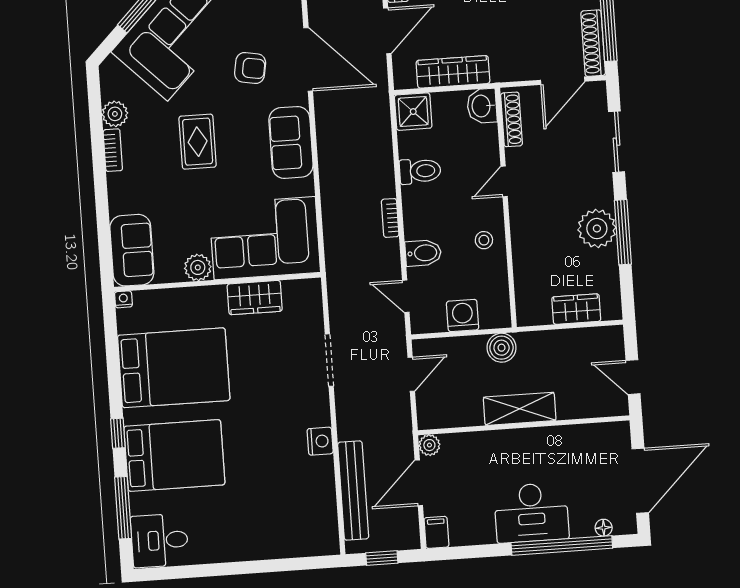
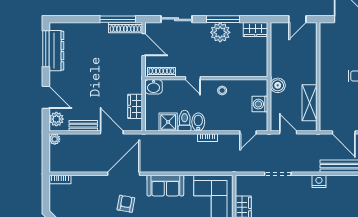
wardrobe: (453, 72) -> (135, 106), width x0.67
shower: (413, 112) -> (168, 122), moved
bidet: (423, 253) -> (198, 122), moved
wardrobe: (576, 309) -> (256, 30), moved, turned -90
shelving: (520, 409) -> (310, 103), moved
plant: (429, 445) -> (325, 126), removed

